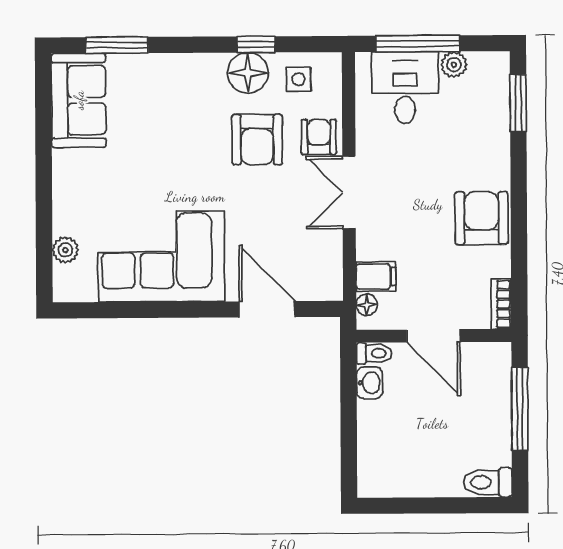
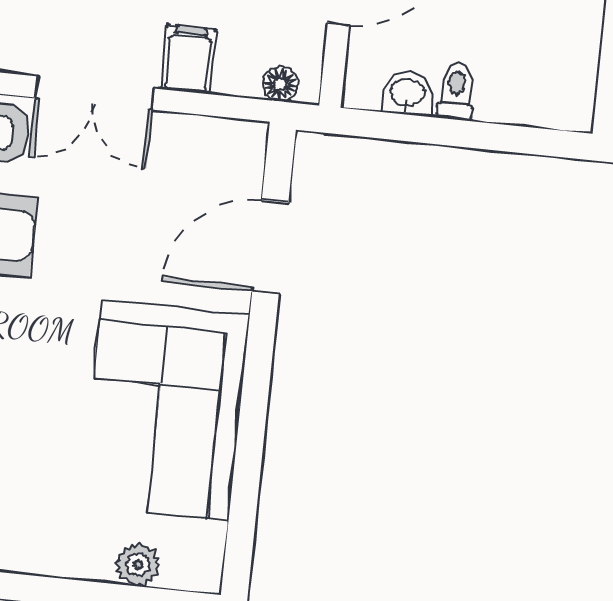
filing cabinet: (376, 276) -> (188, 59), moved
toilet: (374, 353) -> (456, 91), moved

